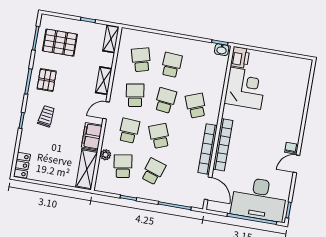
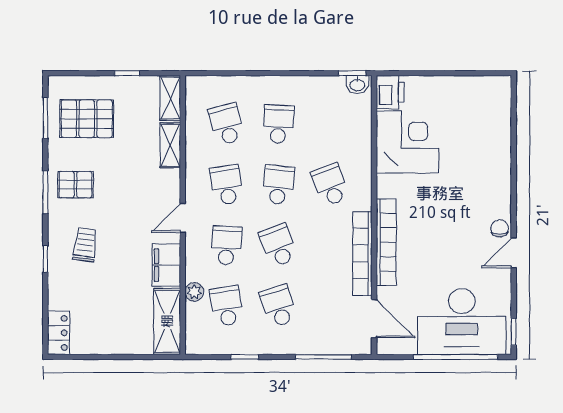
pallet: (47, 80) -> (75, 185), turned 90
shelving: (104, 81) -> (170, 145), moved
school desk: (153, 171) -> (278, 306), turned -36

